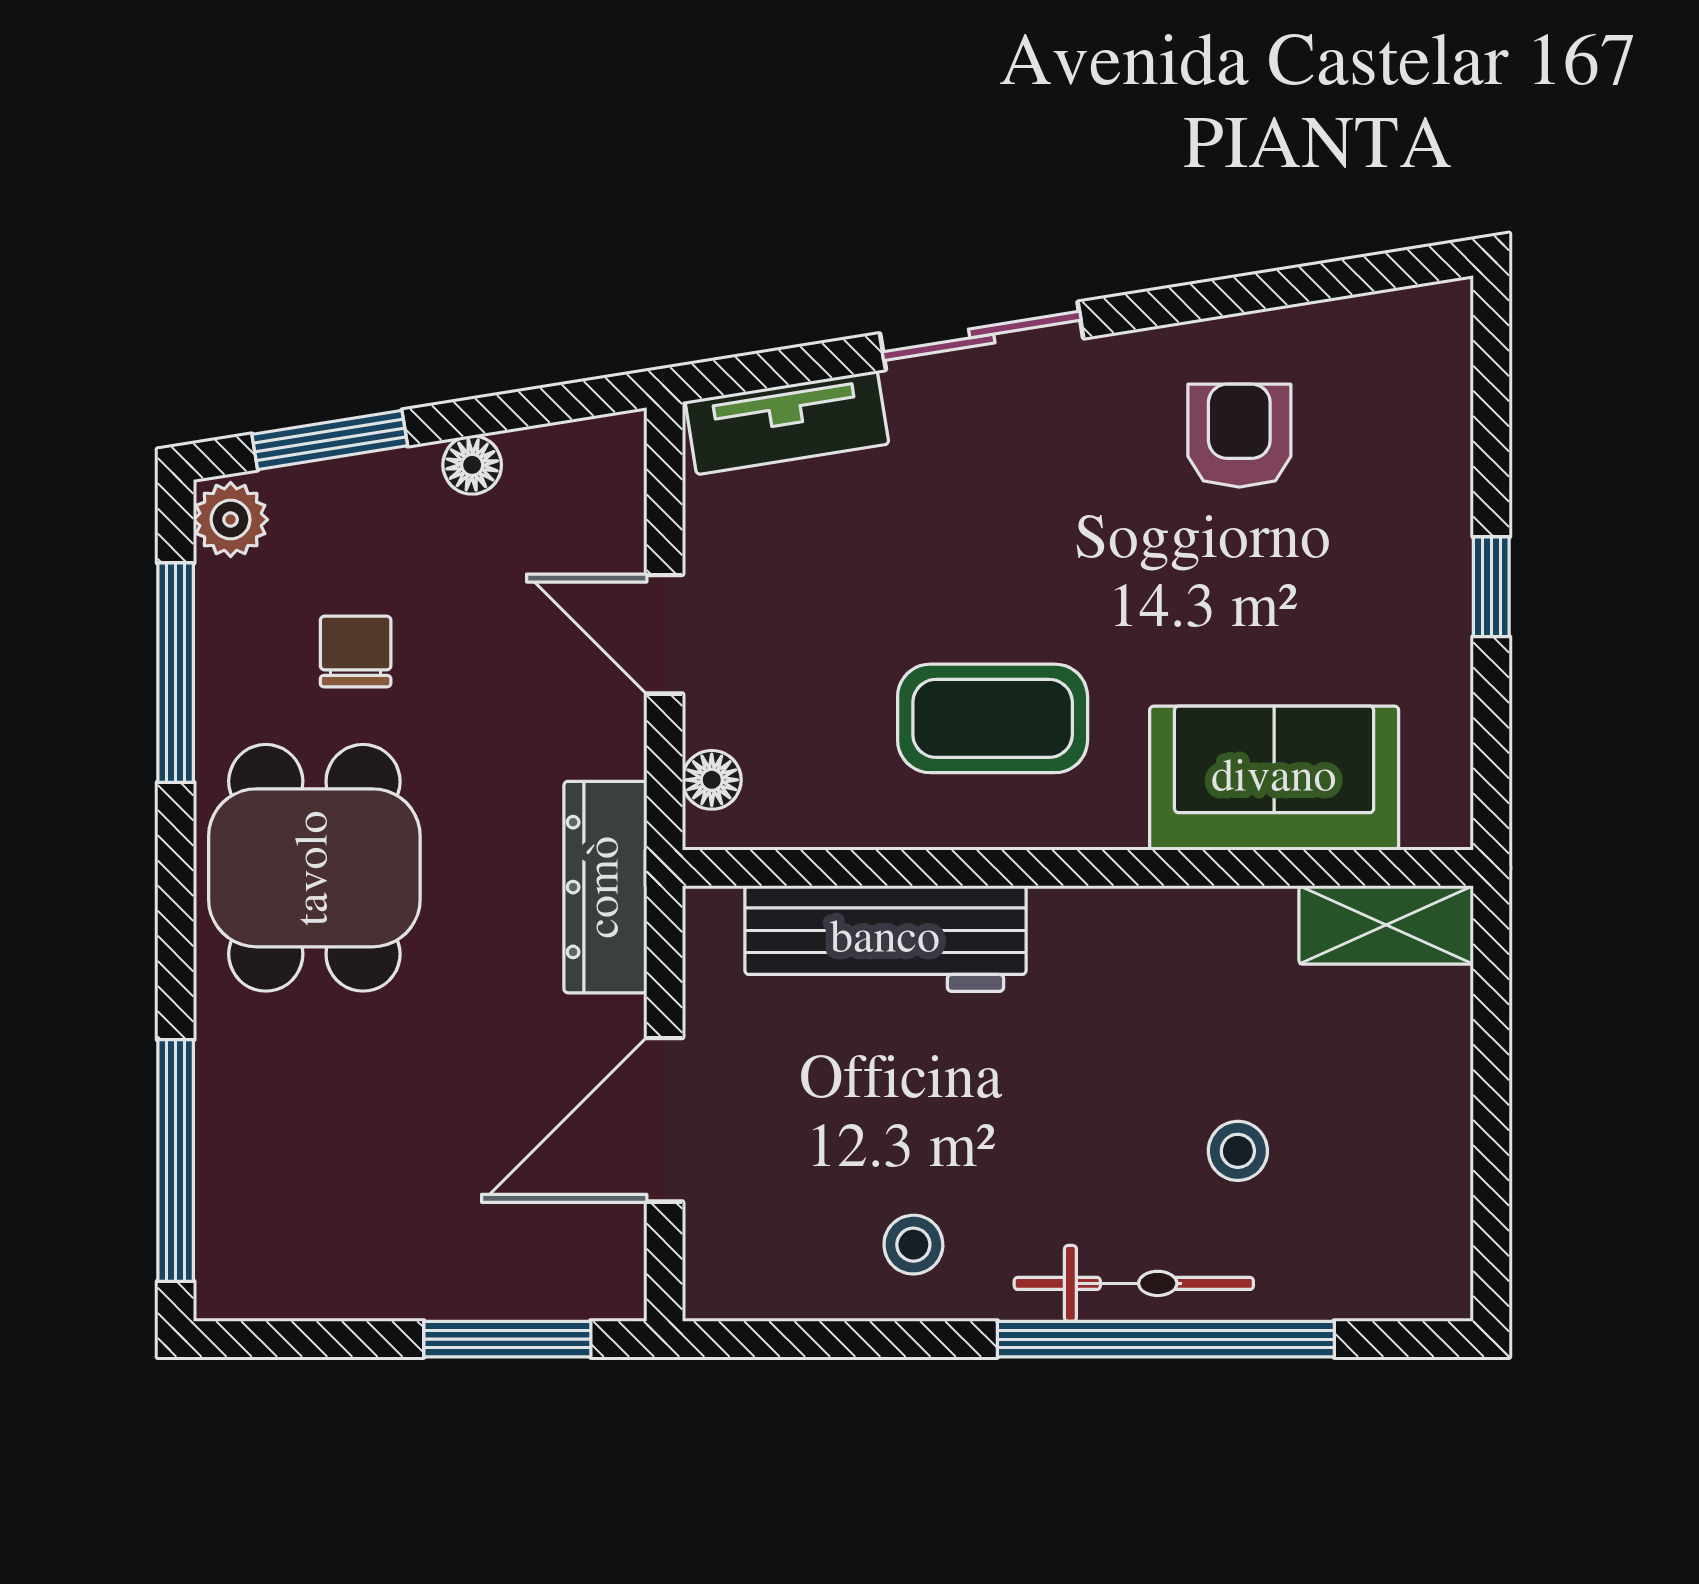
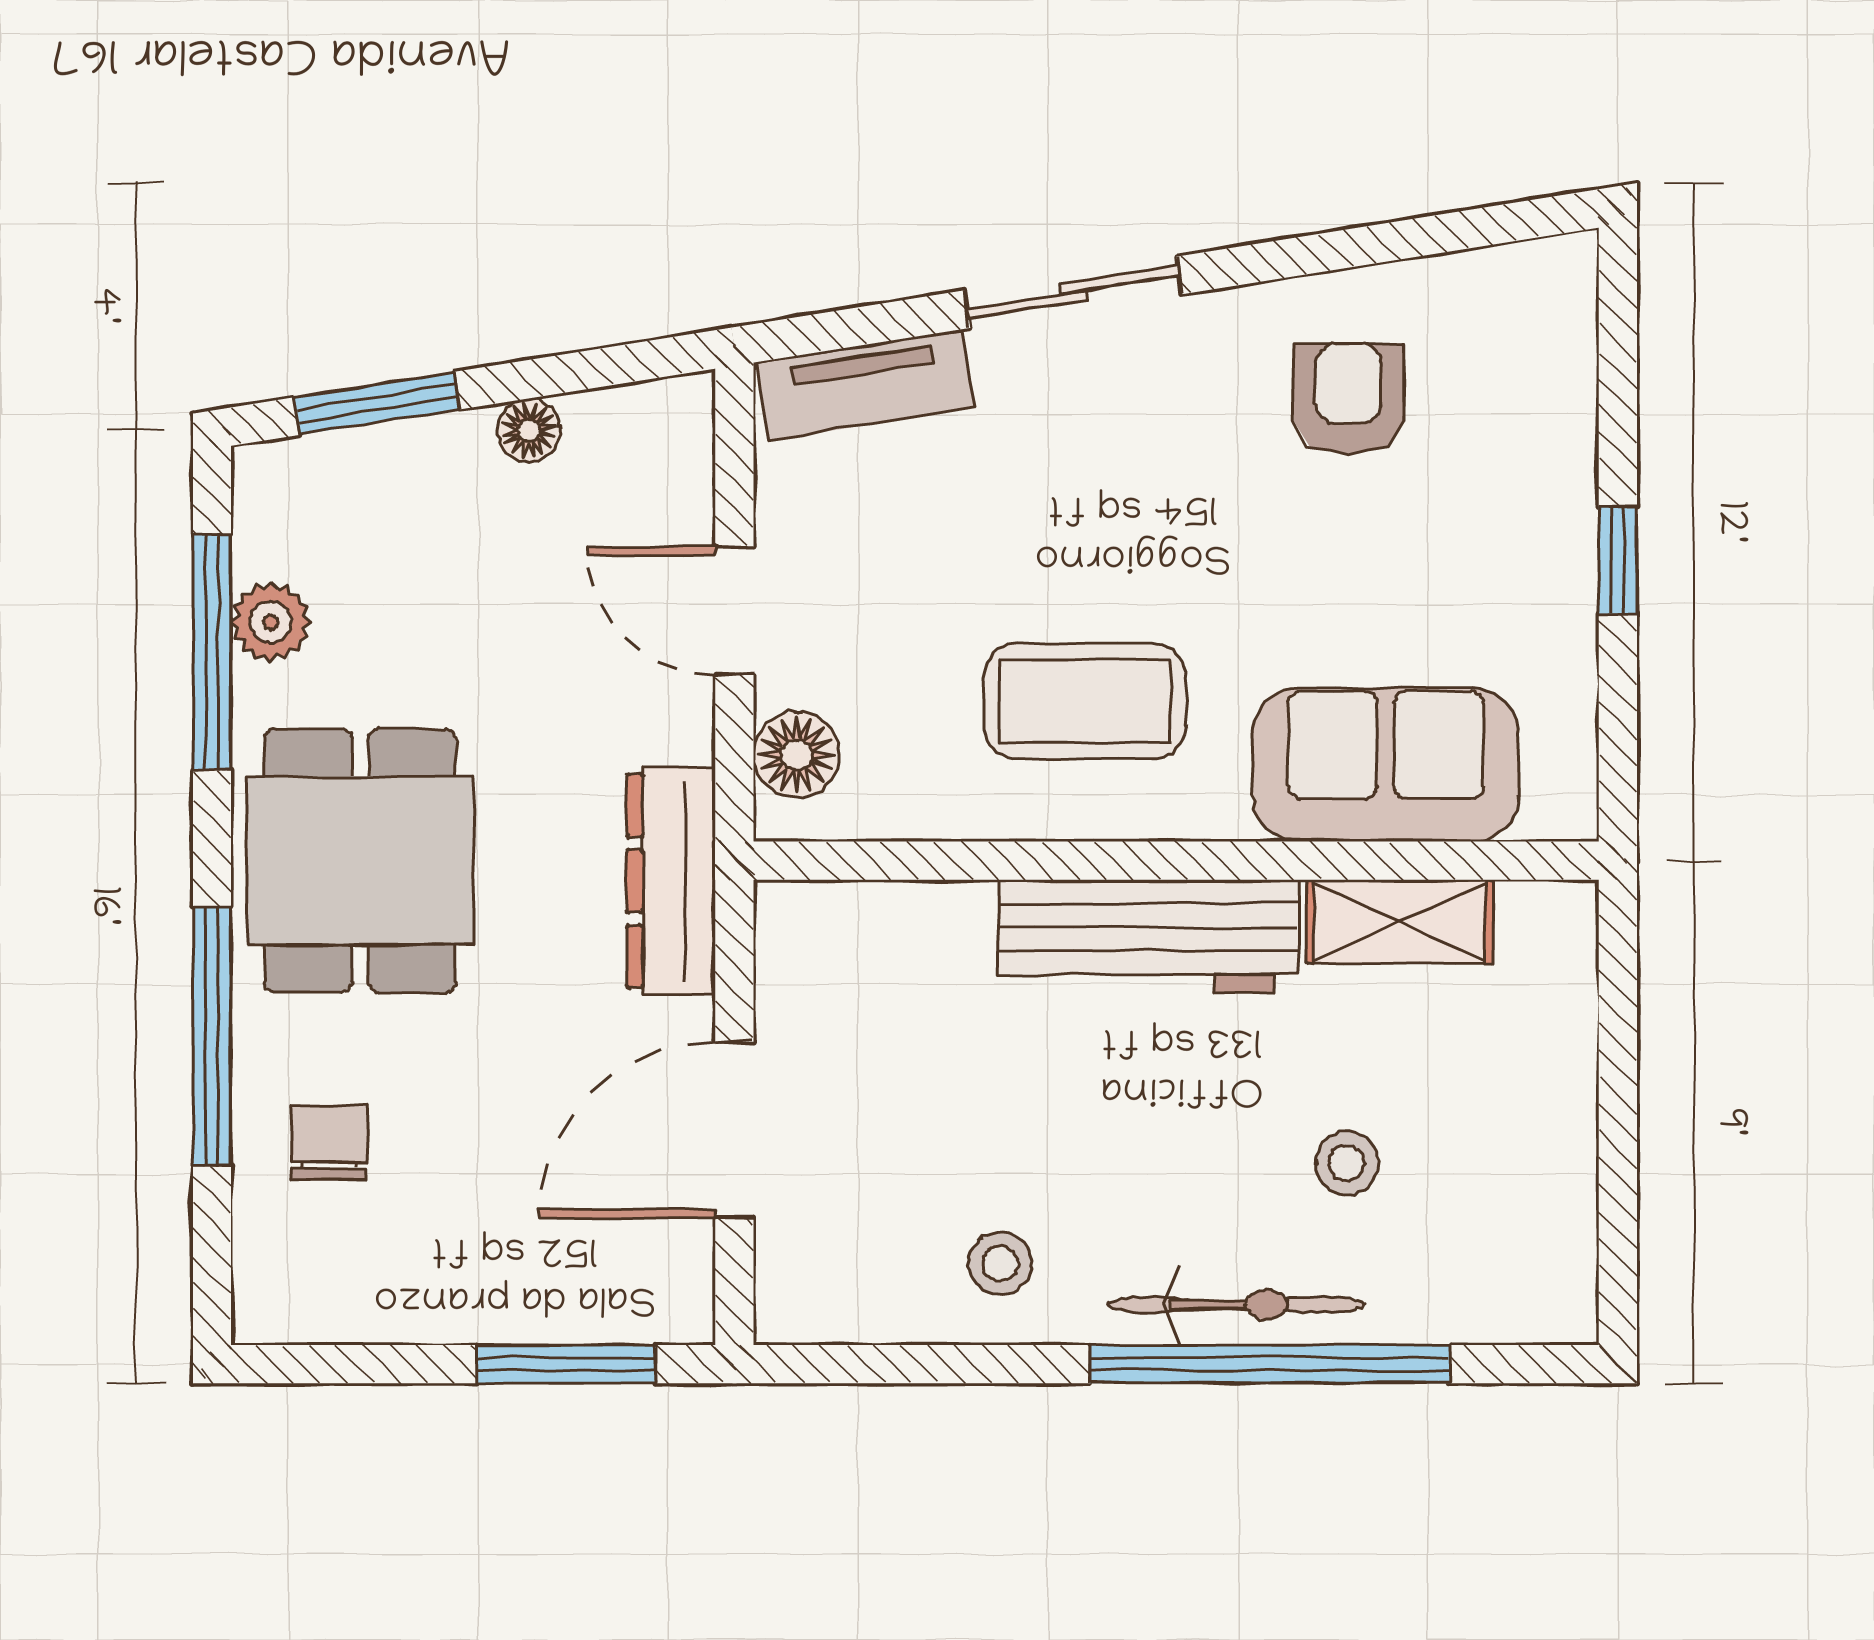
plant: (231, 520) -> (271, 622), moved
chair: (356, 651) -> (329, 1142), moved
floor lamp: (712, 780) -> (797, 755), width x1.37, depth x1.37
shelving: (1386, 925) -> (1400, 922), moved
workbench: (885, 939) -> (1149, 936), moved
window: (176, 1161) -> (212, 1037), moved

